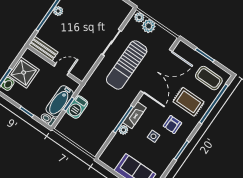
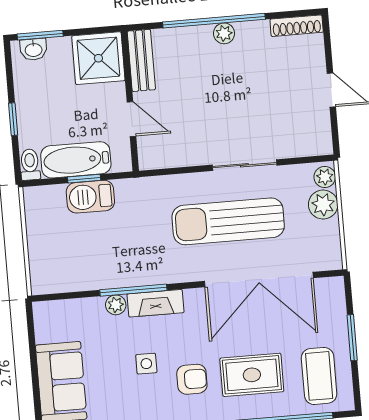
shower: (24, 73) -> (98, 58), moved
rug: (189, 102) -> (252, 375), turned 90
armchair: (172, 125) -> (192, 379), turned 180

